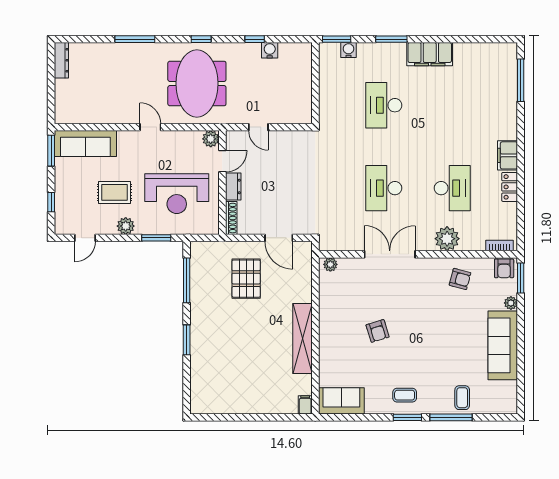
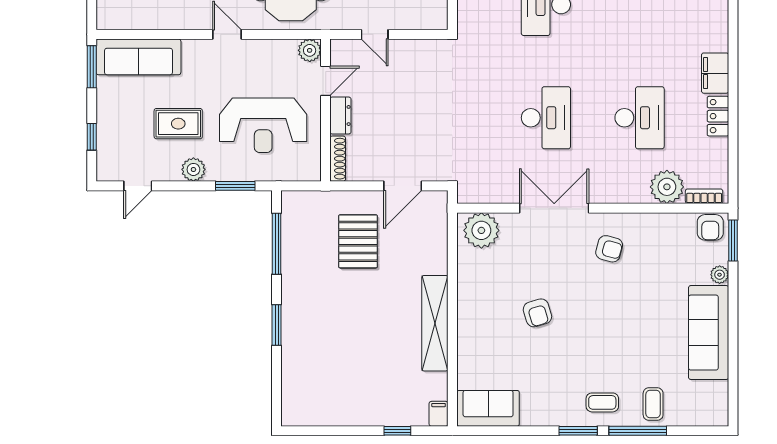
desk: (384, 188) -> (546, 118), turned 180
door: (279, 238) -> (403, 186), hinge flipped
plant: (447, 239) -> (667, 187), moved
plant: (330, 264) -> (481, 230), width x1.87, depth x1.87
armchair: (460, 279) -> (609, 249), moved
coffee table: (405, 395) -> (602, 402), moved
window: (275, 417) -> (397, 431), added

